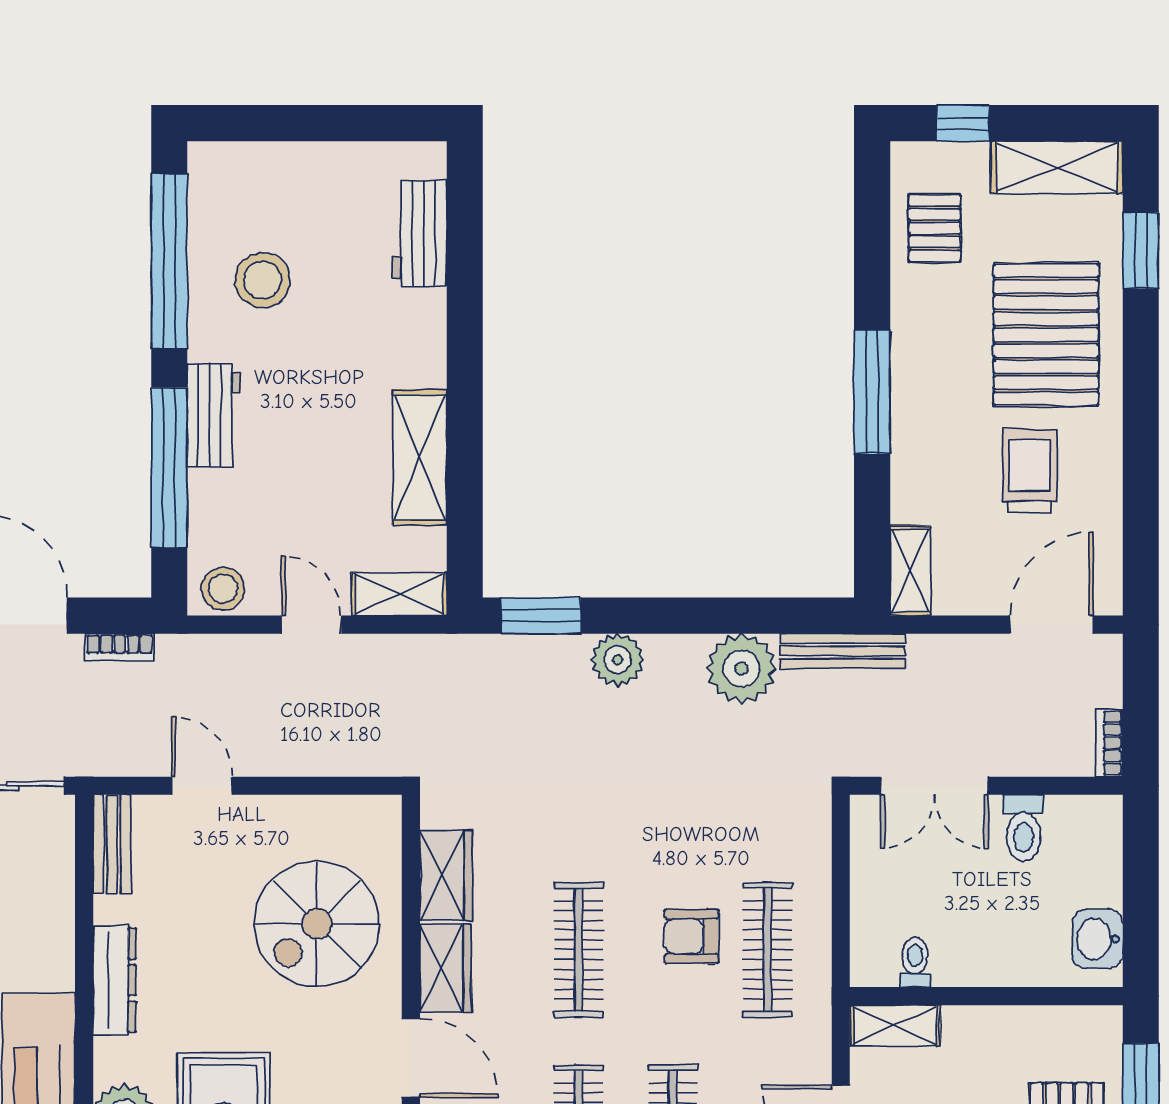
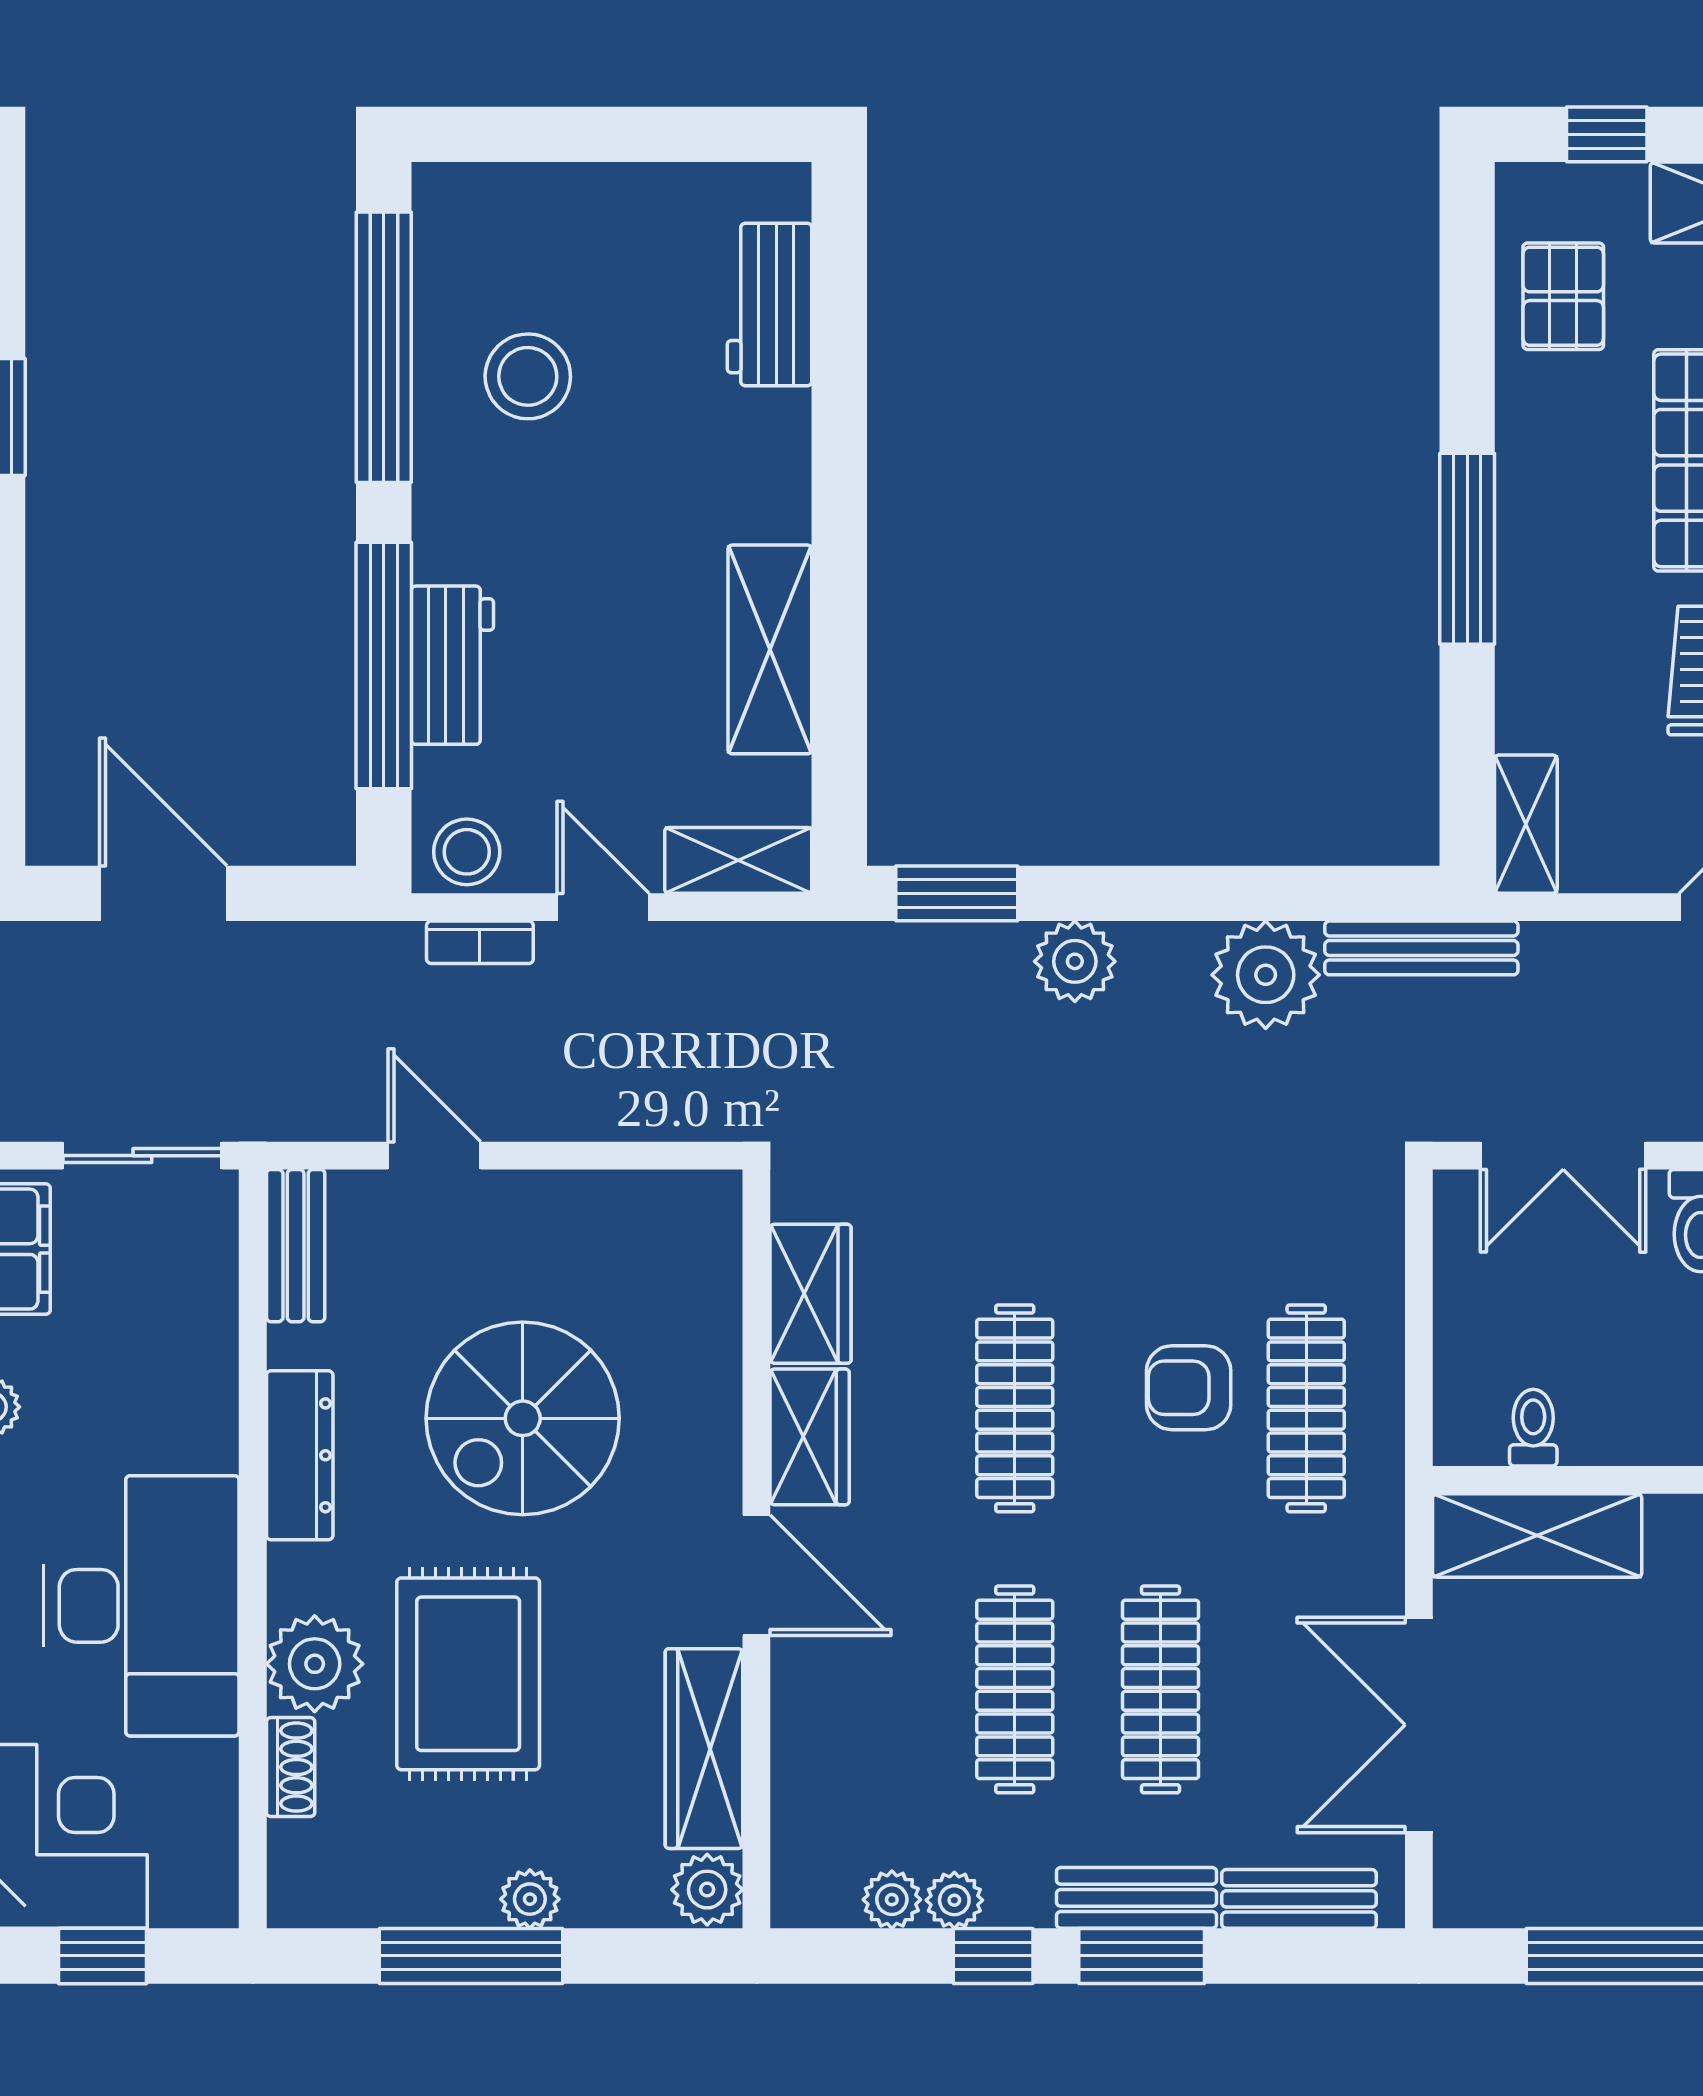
workbench: (214, 416) -> (452, 665), moved
bookcase: (120, 647) -> (480, 942), moved
spiral stairs: (317, 924) -> (523, 1418), moved
shelving: (895, 1025) -> (1537, 1535), width x1.50, depth x1.33

